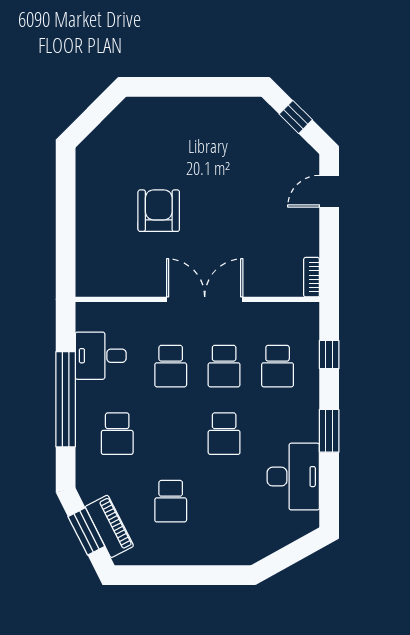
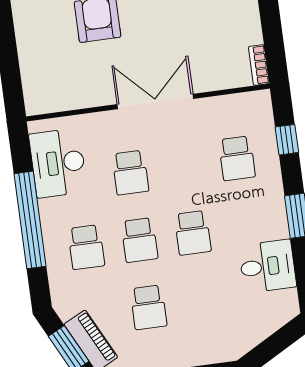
desk: (101, 356) -> (58, 163), width x1.37
school desk: (224, 366) -> (139, 240), moved
desk: (293, 477) -> (267, 266), width x0.73

